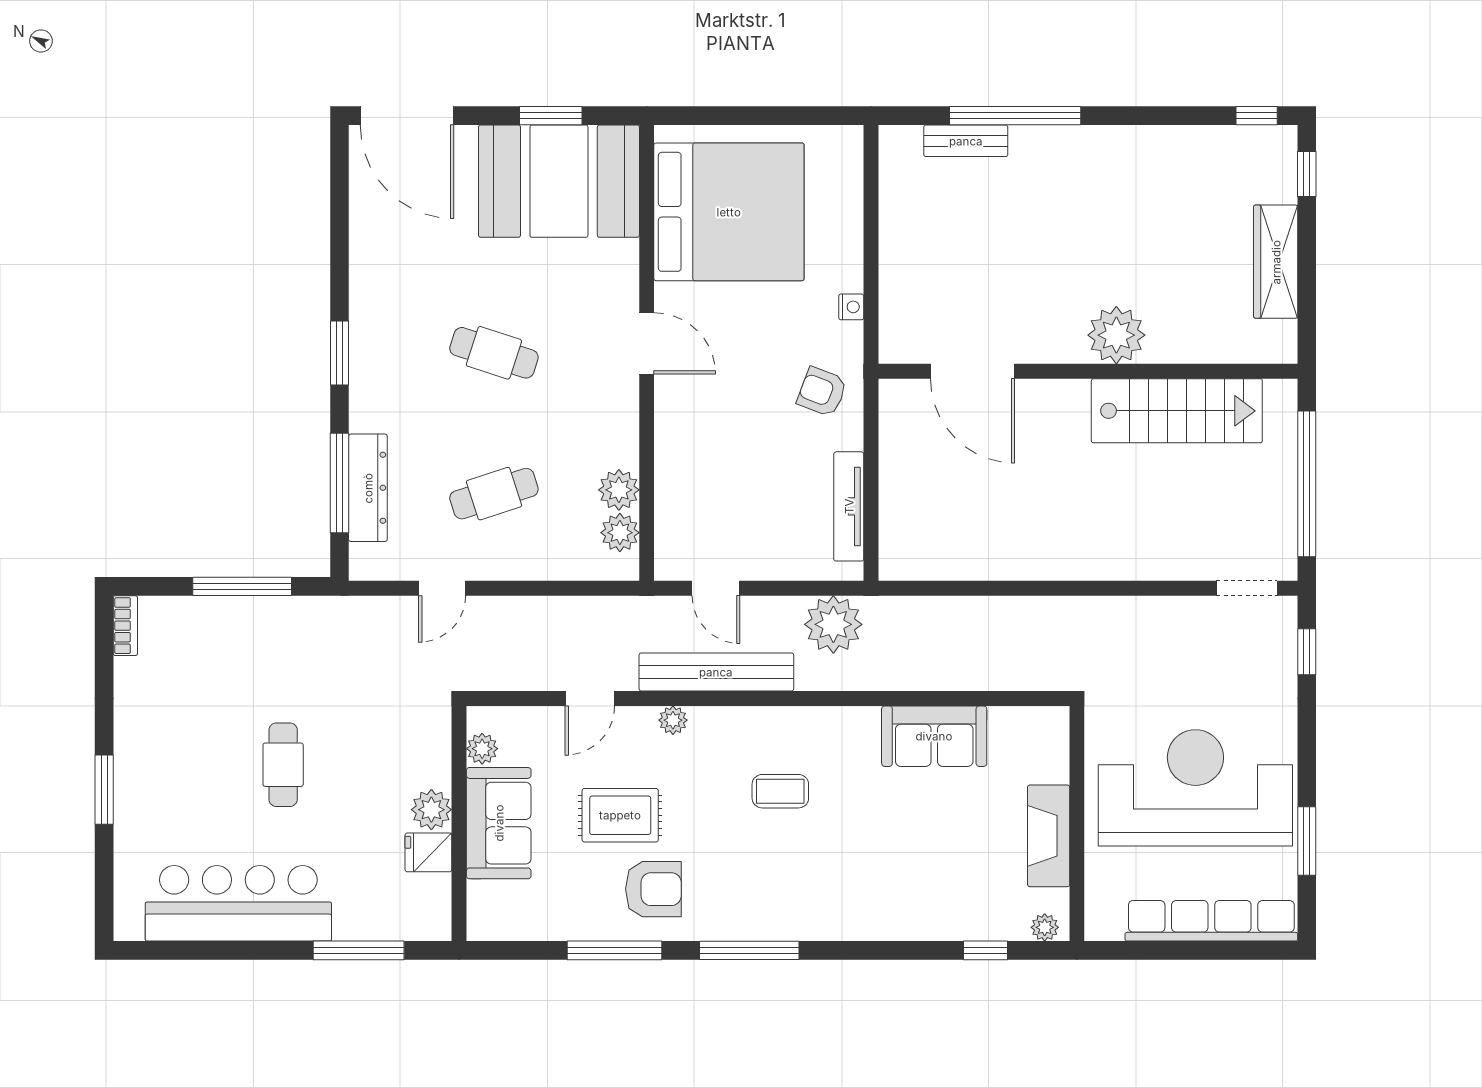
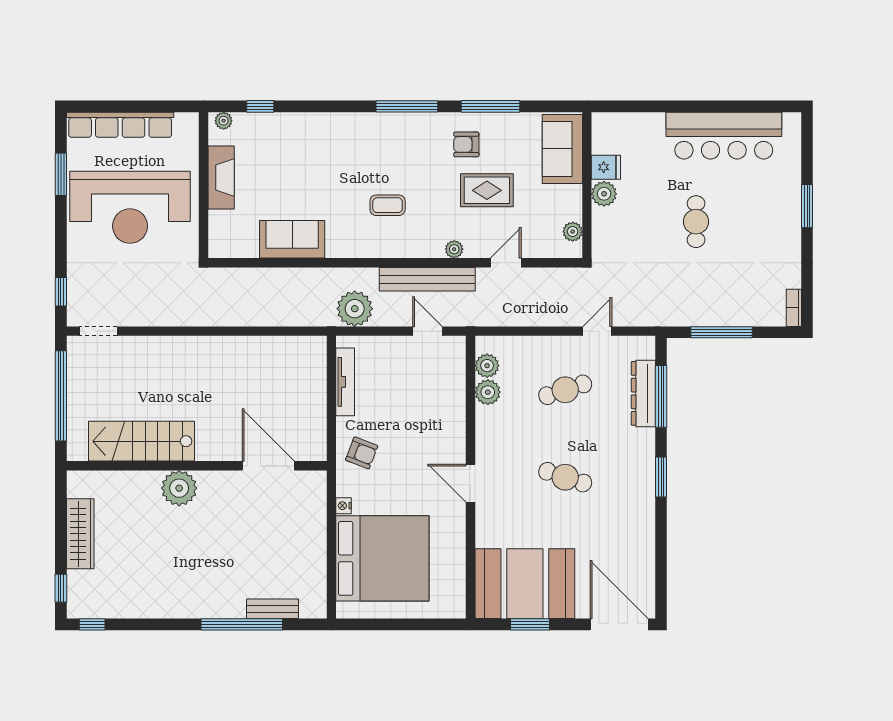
bed: (729, 212) -> (382, 558), moved, turned 180
sofa: (499, 823) -> (562, 149), moved
armchair: (653, 889) -> (466, 144), width x0.72, depth x0.72
window: (359, 950) -> (649, 106), removed

